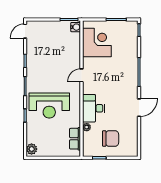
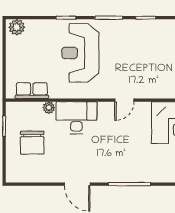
door: (82, 75) -> (124, 100), swing flipped

